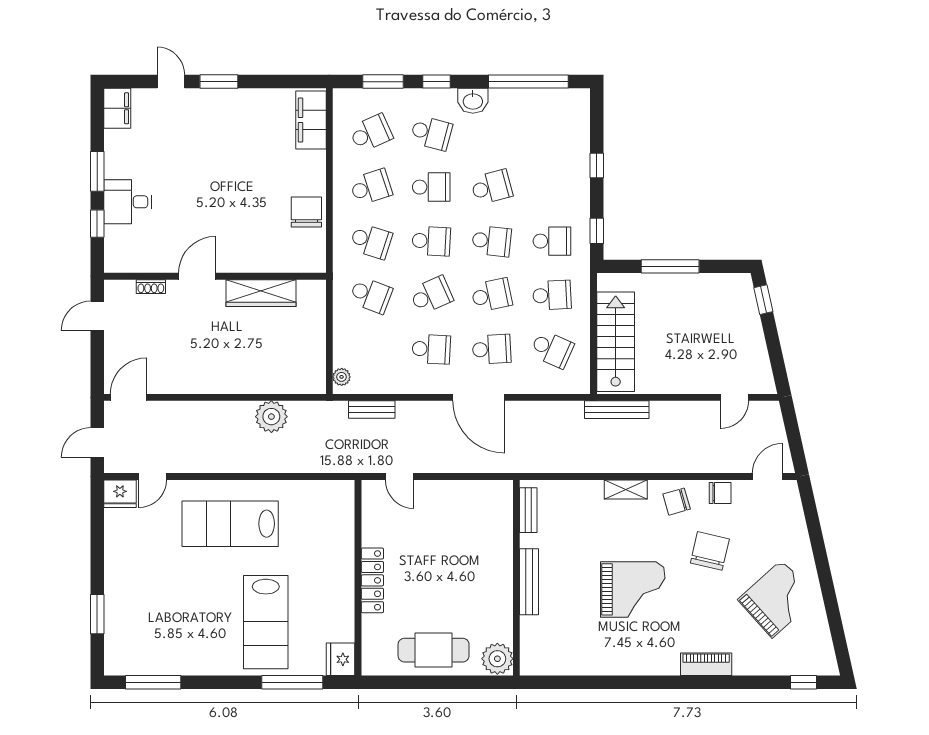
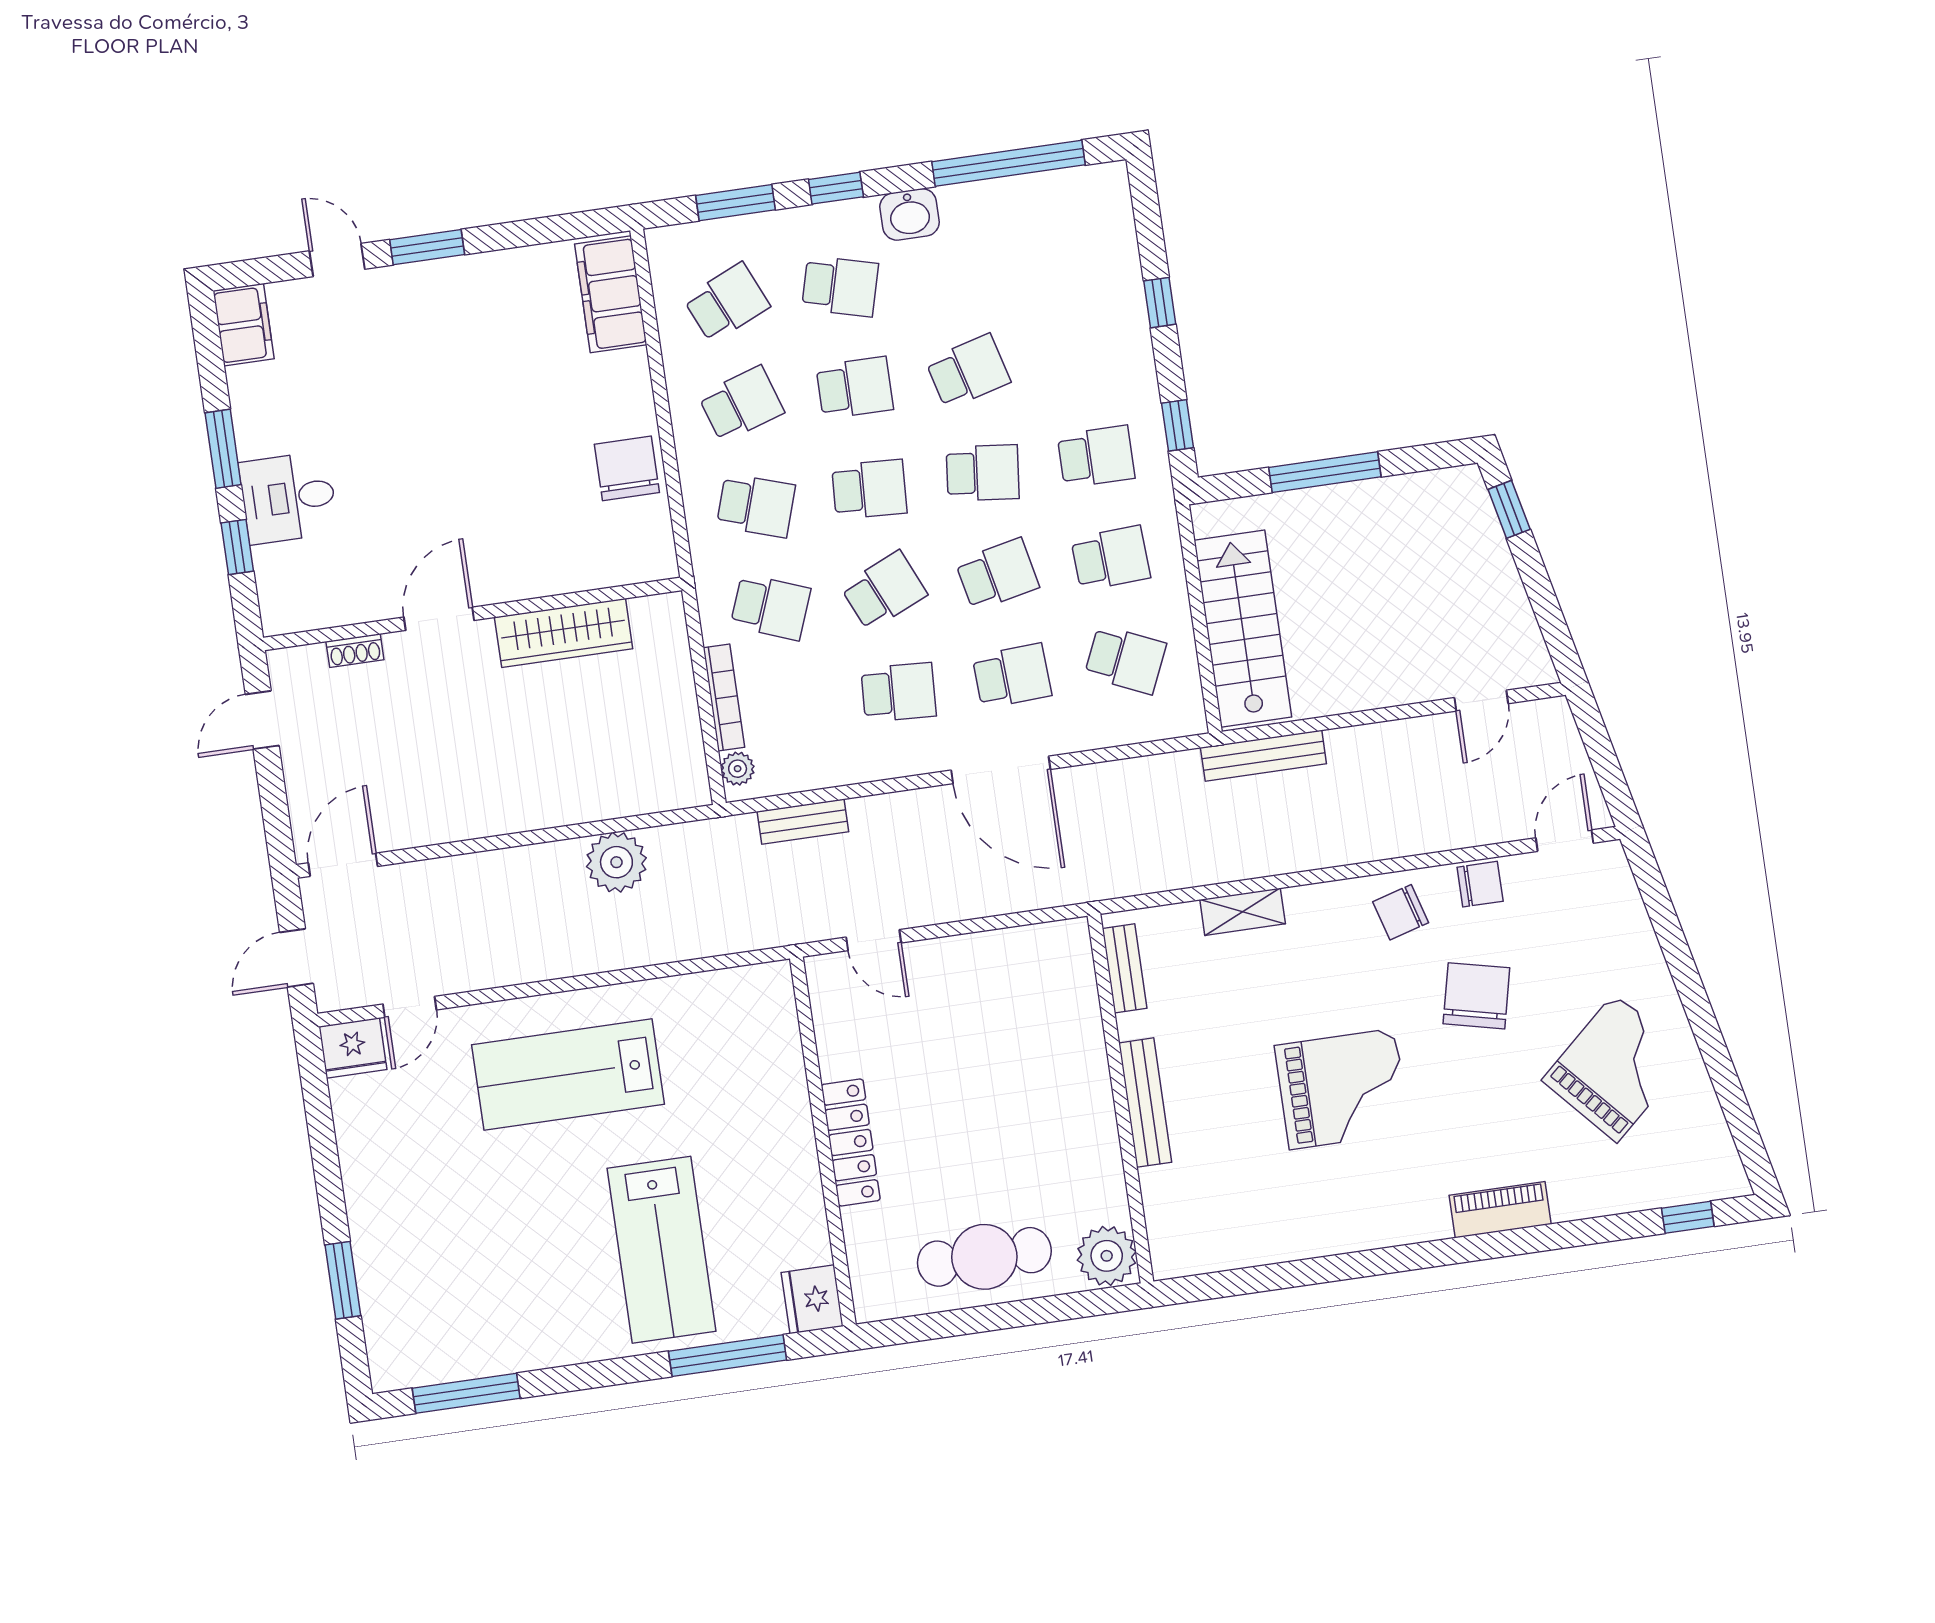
bookcase: (340, 339) -> (724, 698), added
shelving: (626, 489) -> (1243, 912), moved

